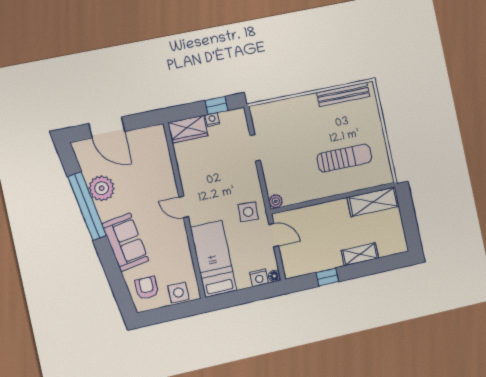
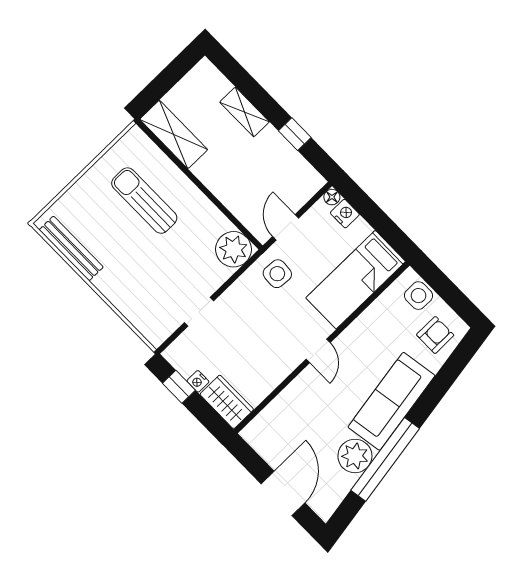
plant: (276, 201) -> (234, 249), width x1.88, depth x1.88
sofa: (125, 242) -> (391, 401), width x1.36
armchair: (147, 288) -> (435, 335), turned 180

